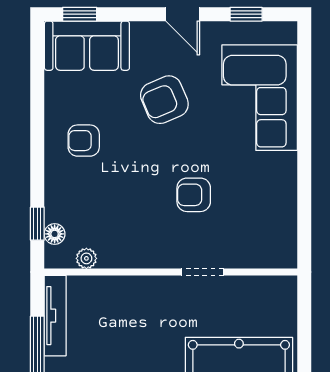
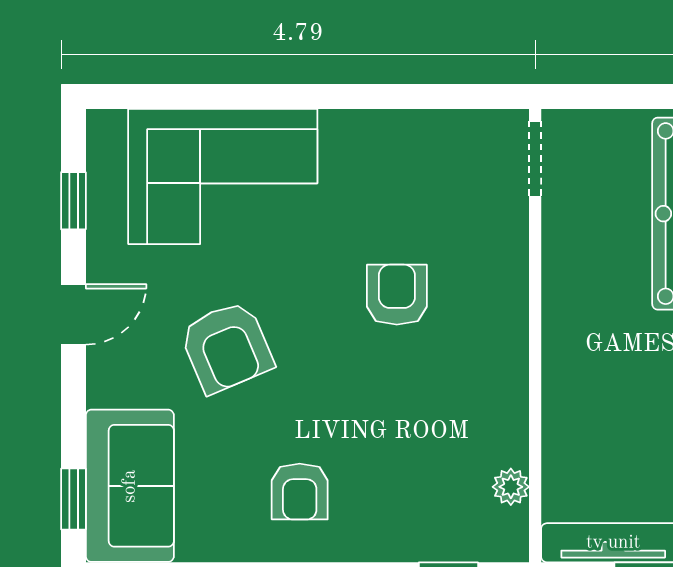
armchair: (194, 195) -> (397, 295), turned 180
floor lamp: (55, 234) -> (467, 544), removed
doorway: (202, 272) -> (535, 159), moved

